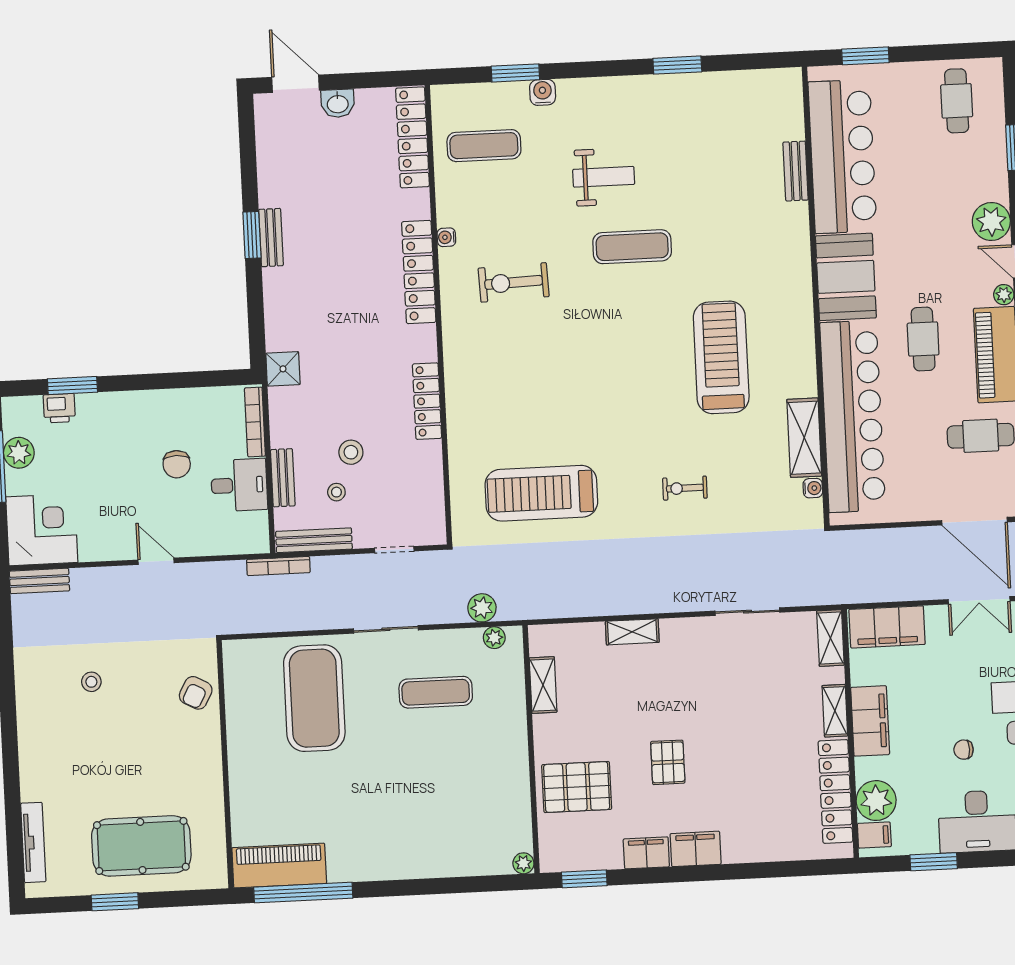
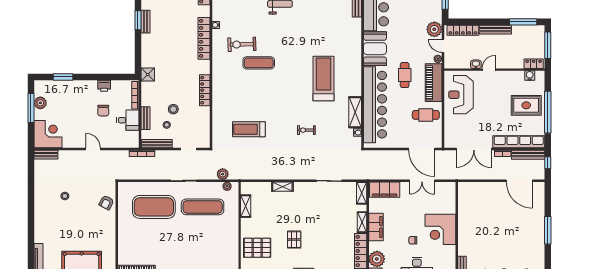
exercise mat: (632, 247) -> (259, 63), moved
printer: (59, 408) -> (104, 86), moved
treadmill: (541, 493) -> (249, 129), width x0.73, depth x0.73
exercise mat: (436, 692) -> (203, 207), width x1.36, depth x1.45
exercise mat: (314, 698) -> (154, 207), turned 90

